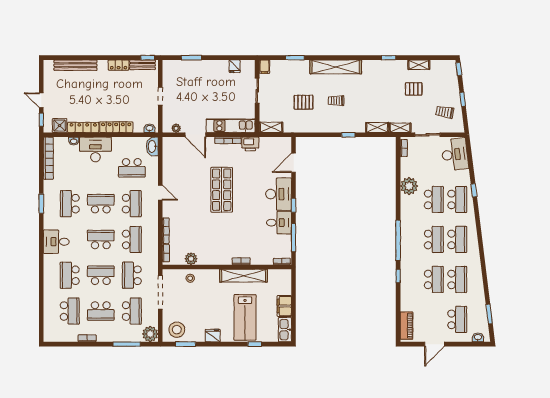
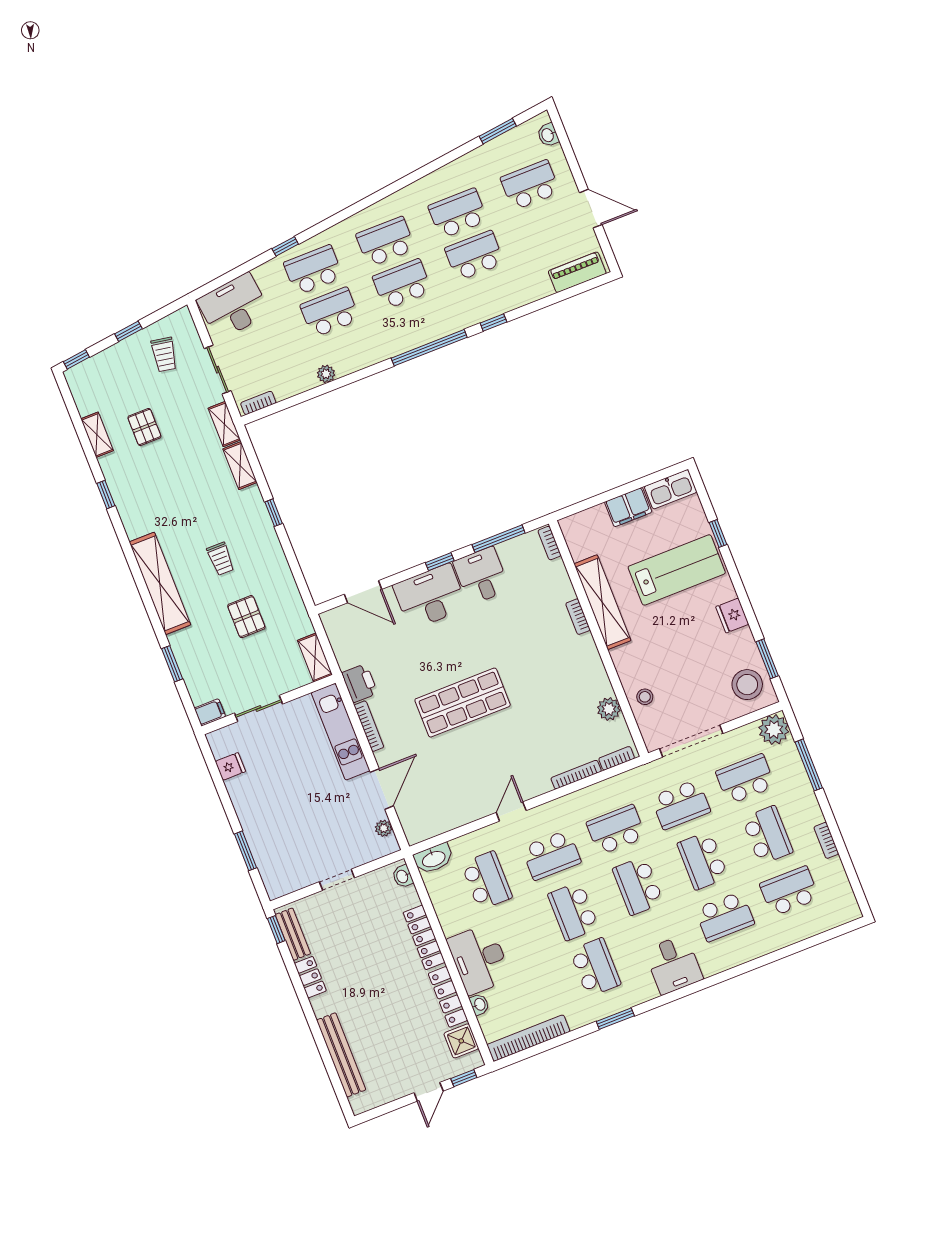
plant: (409, 186) -> (326, 374), width x0.53, depth x0.53
school desk: (70, 204) -> (595, 967), turned -90
school desk: (132, 204) -> (551, 855), turned 180

